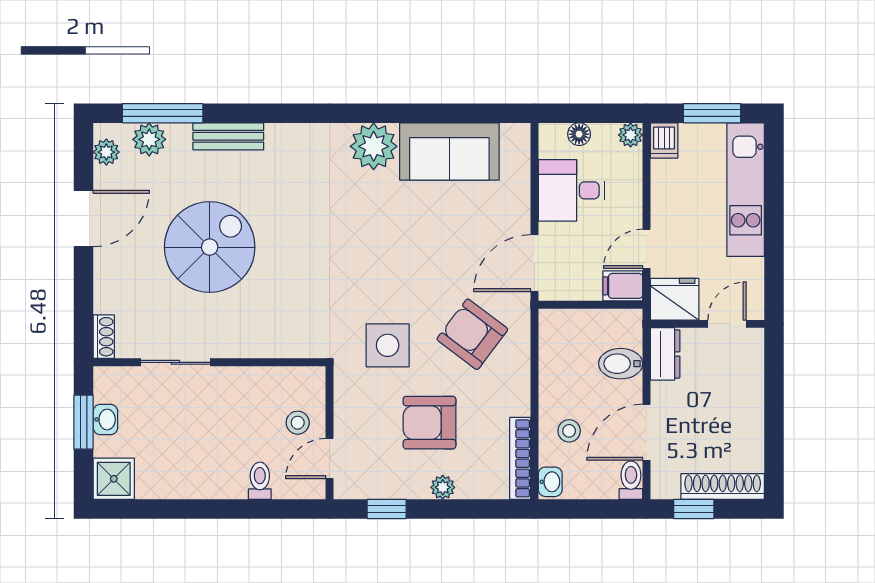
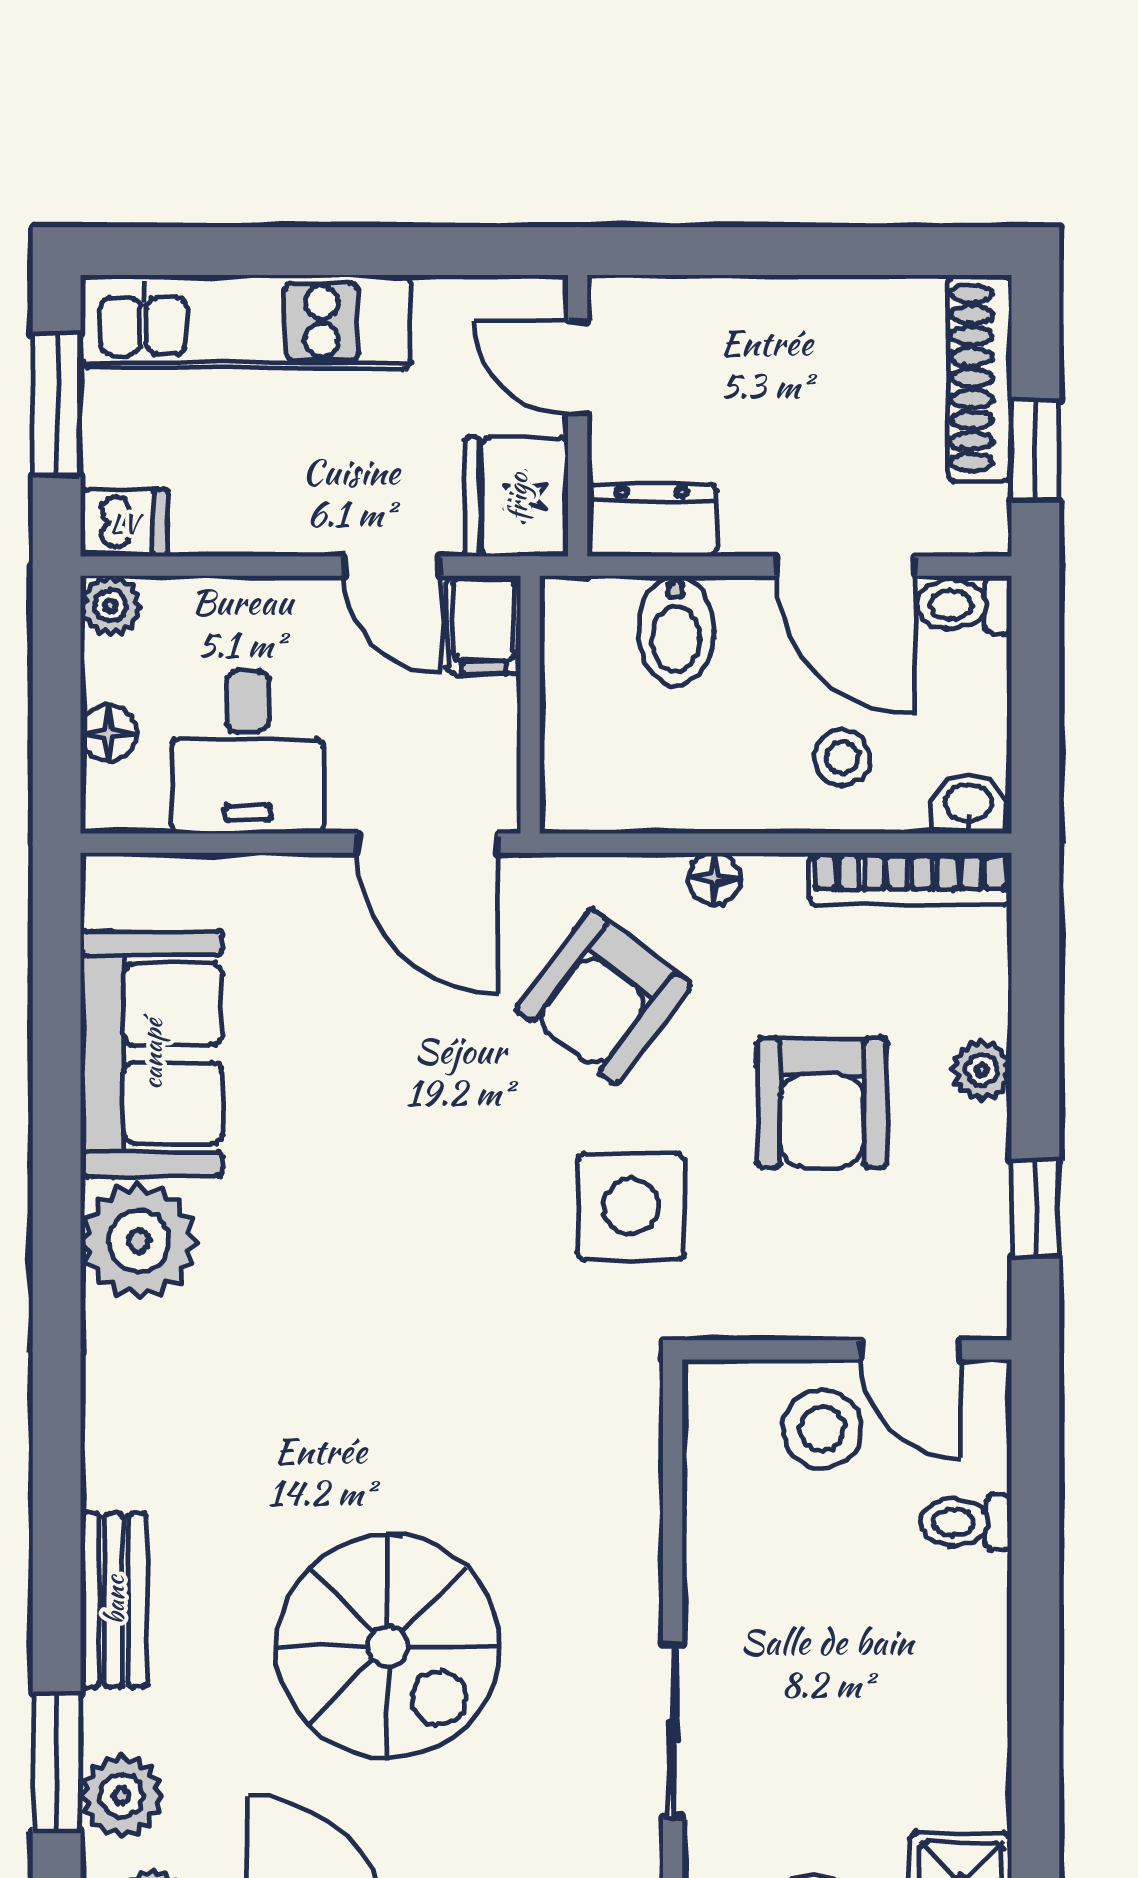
window: (163, 113) -> (57, 1762), width x0.69
spiral stairs: (210, 247) -> (388, 1646), turned 180
floor lamp: (520, 379) -> (714, 879), added
stool: (298, 423) -> (822, 1429), width x1.37, depth x1.37

